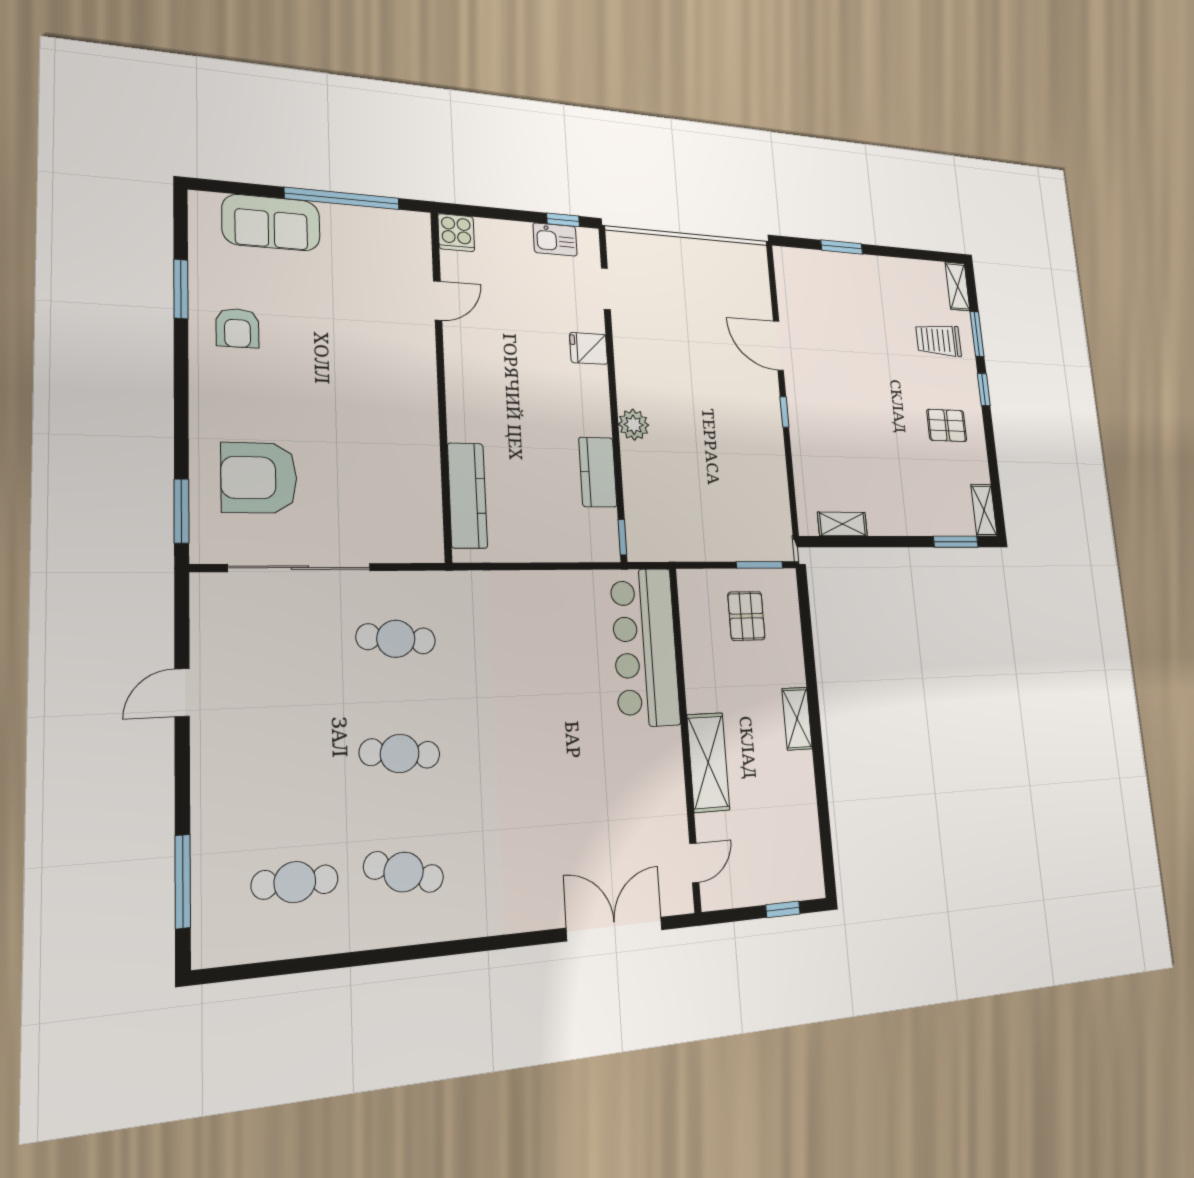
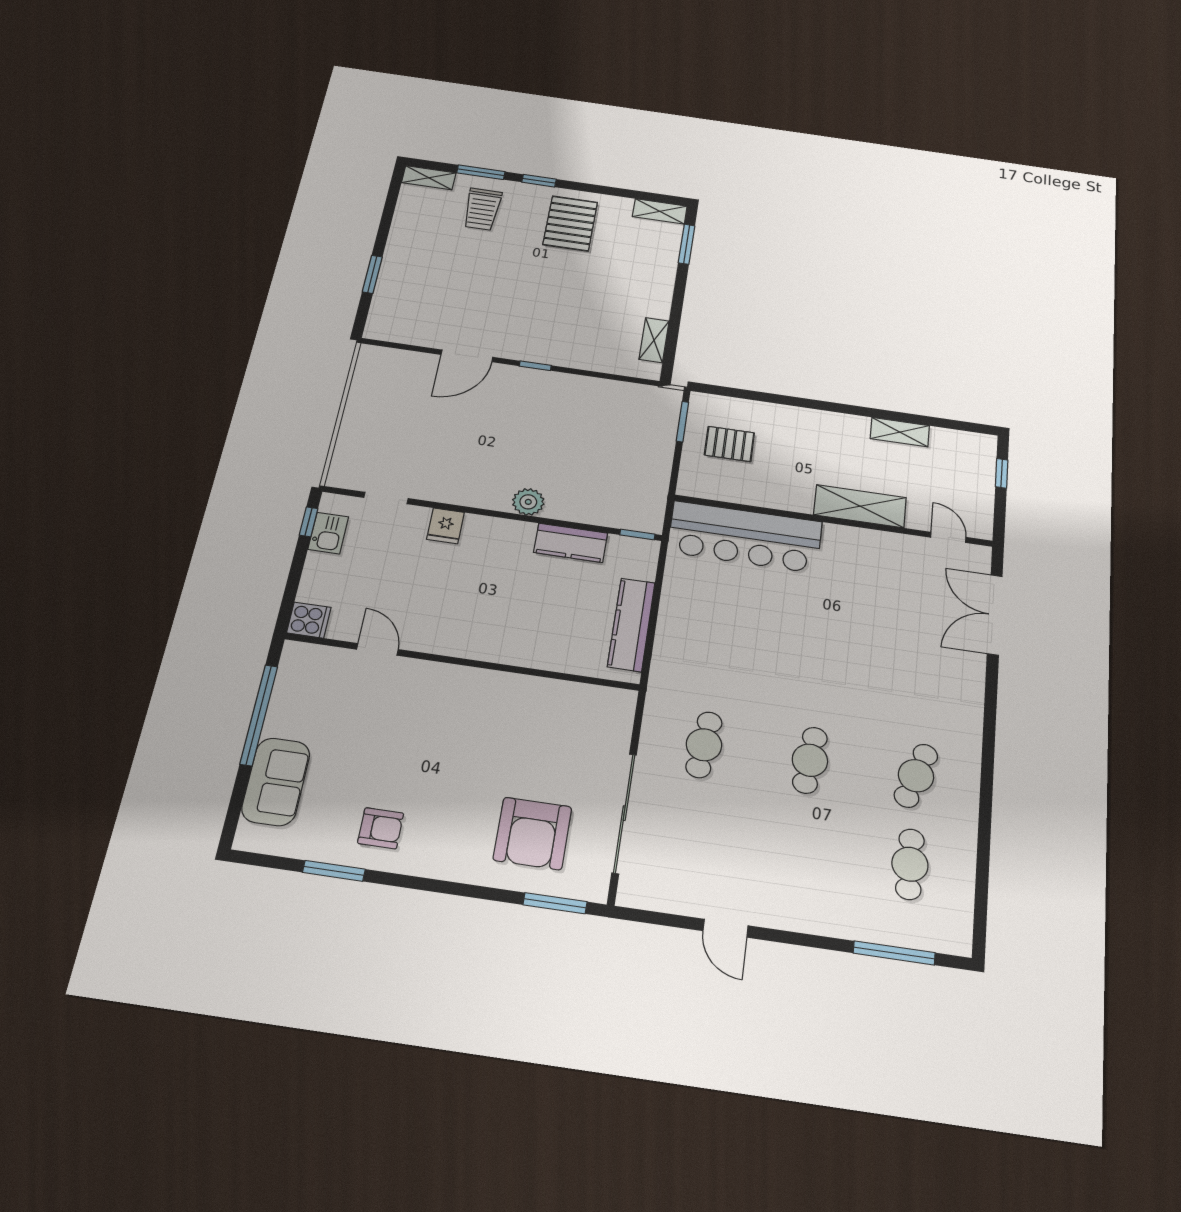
pallet: (947, 425) -> (570, 223), width x1.50, depth x1.42
kitchen counter: (467, 495) -> (631, 625), moved, turned -90
shelving: (797, 719) -> (900, 432), moved

